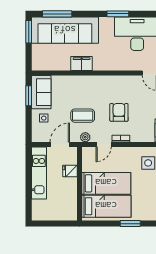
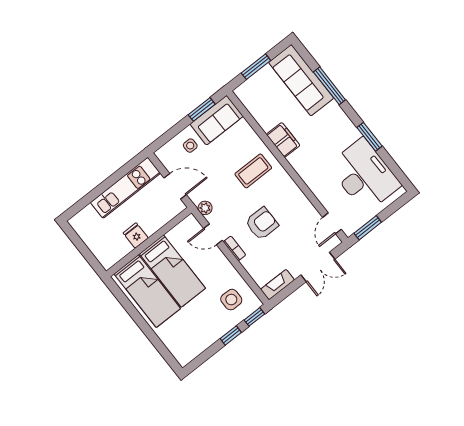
window: (57, 14) -> (329, 86), moved
sofa: (65, 30) -> (301, 80), width x0.74, depth x0.79
window: (29, 32) -> (256, 67), moved
coffee table: (83, 116) -> (253, 171), moved, turned 90
fridge: (70, 171) -> (136, 235), moved
window: (130, 224) -> (149, 333), removed

